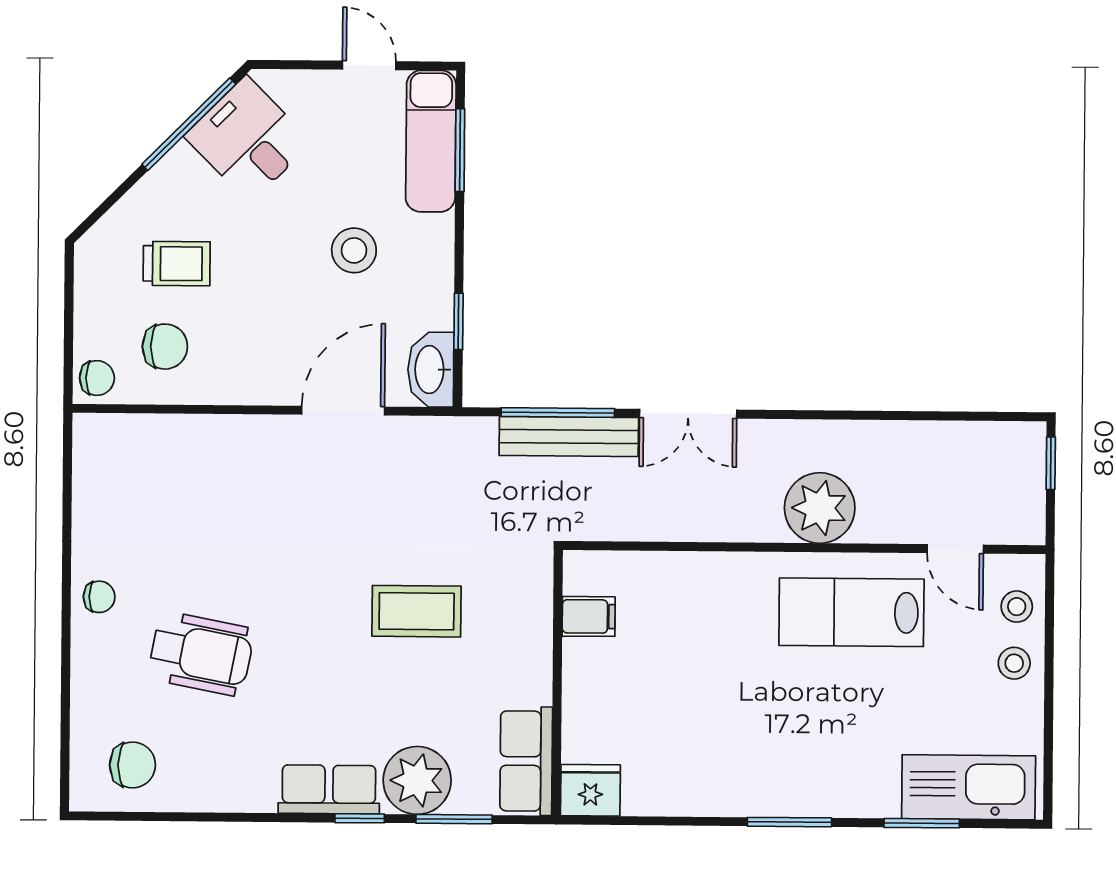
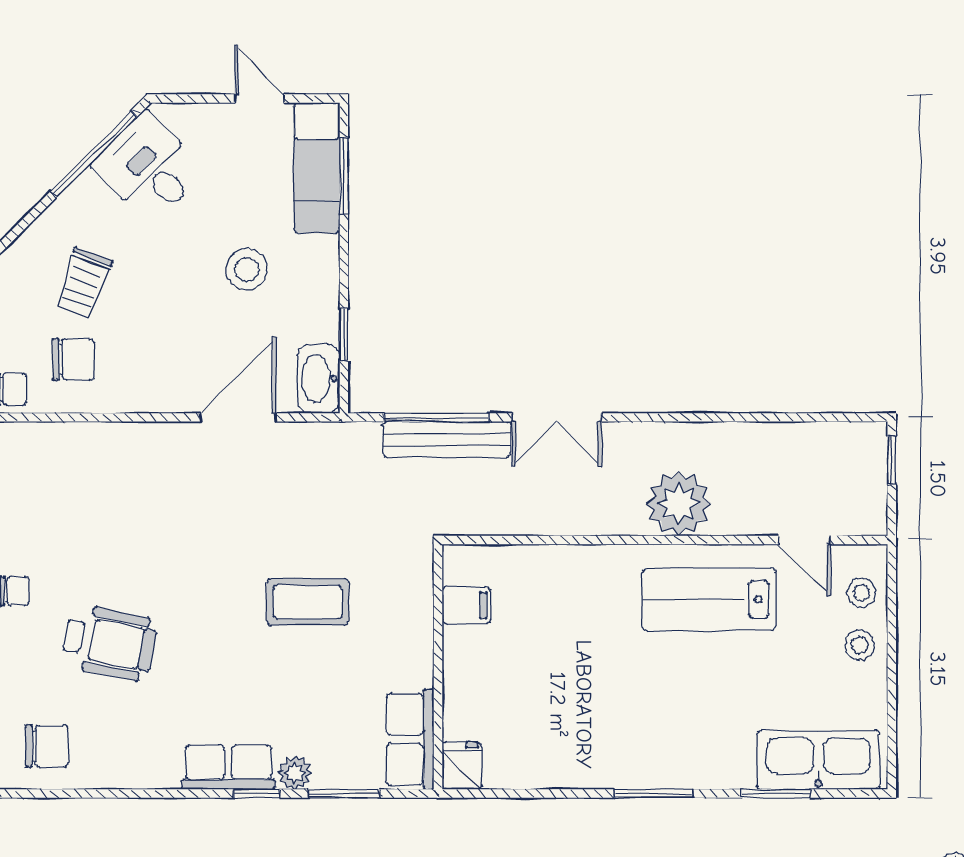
trolley: (177, 264) -> (83, 283), turned 110
plant: (417, 780) -> (295, 773), width x0.53, depth x0.53
fridge: (590, 790) -> (462, 766), width x0.72

